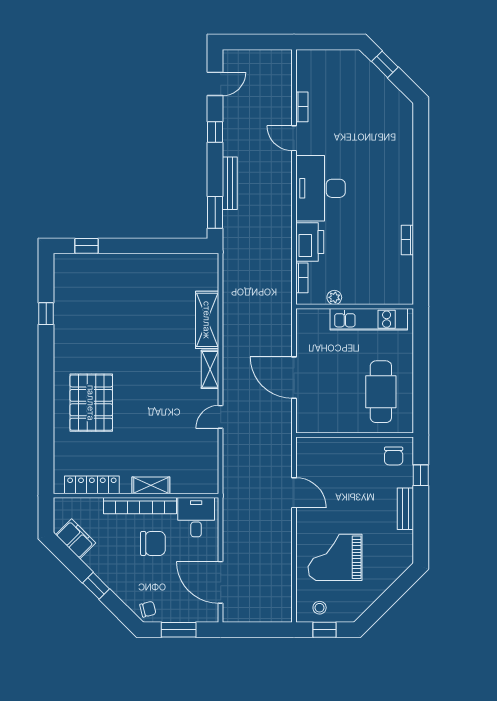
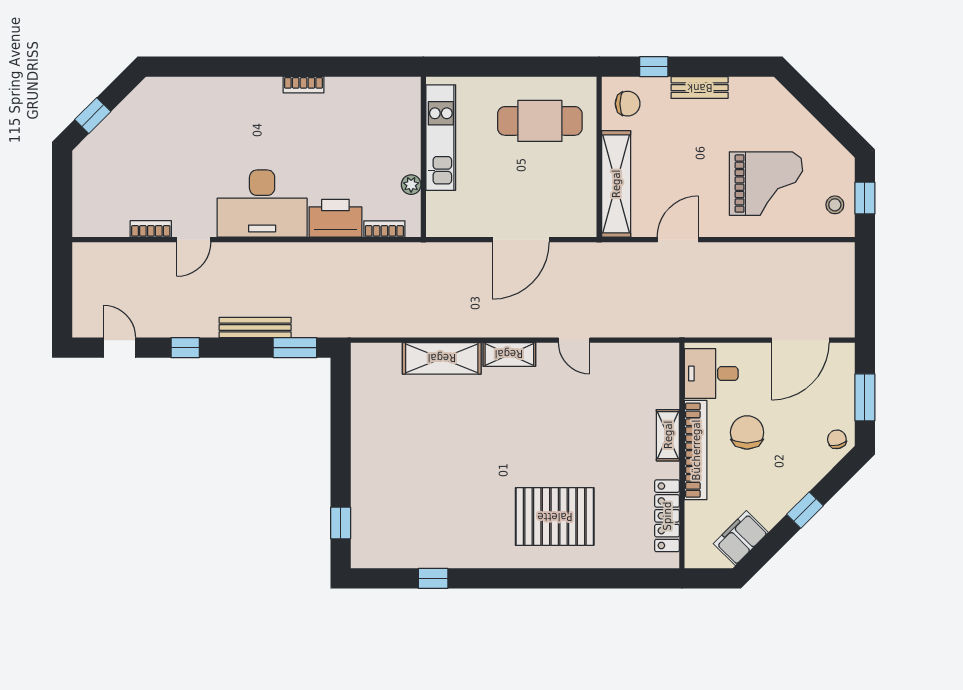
bookcase: (407, 240) -> (304, 85), moved
shelving: (335, 448) -> (616, 184), added
grand piano: (335, 557) -> (766, 184), turned -90

